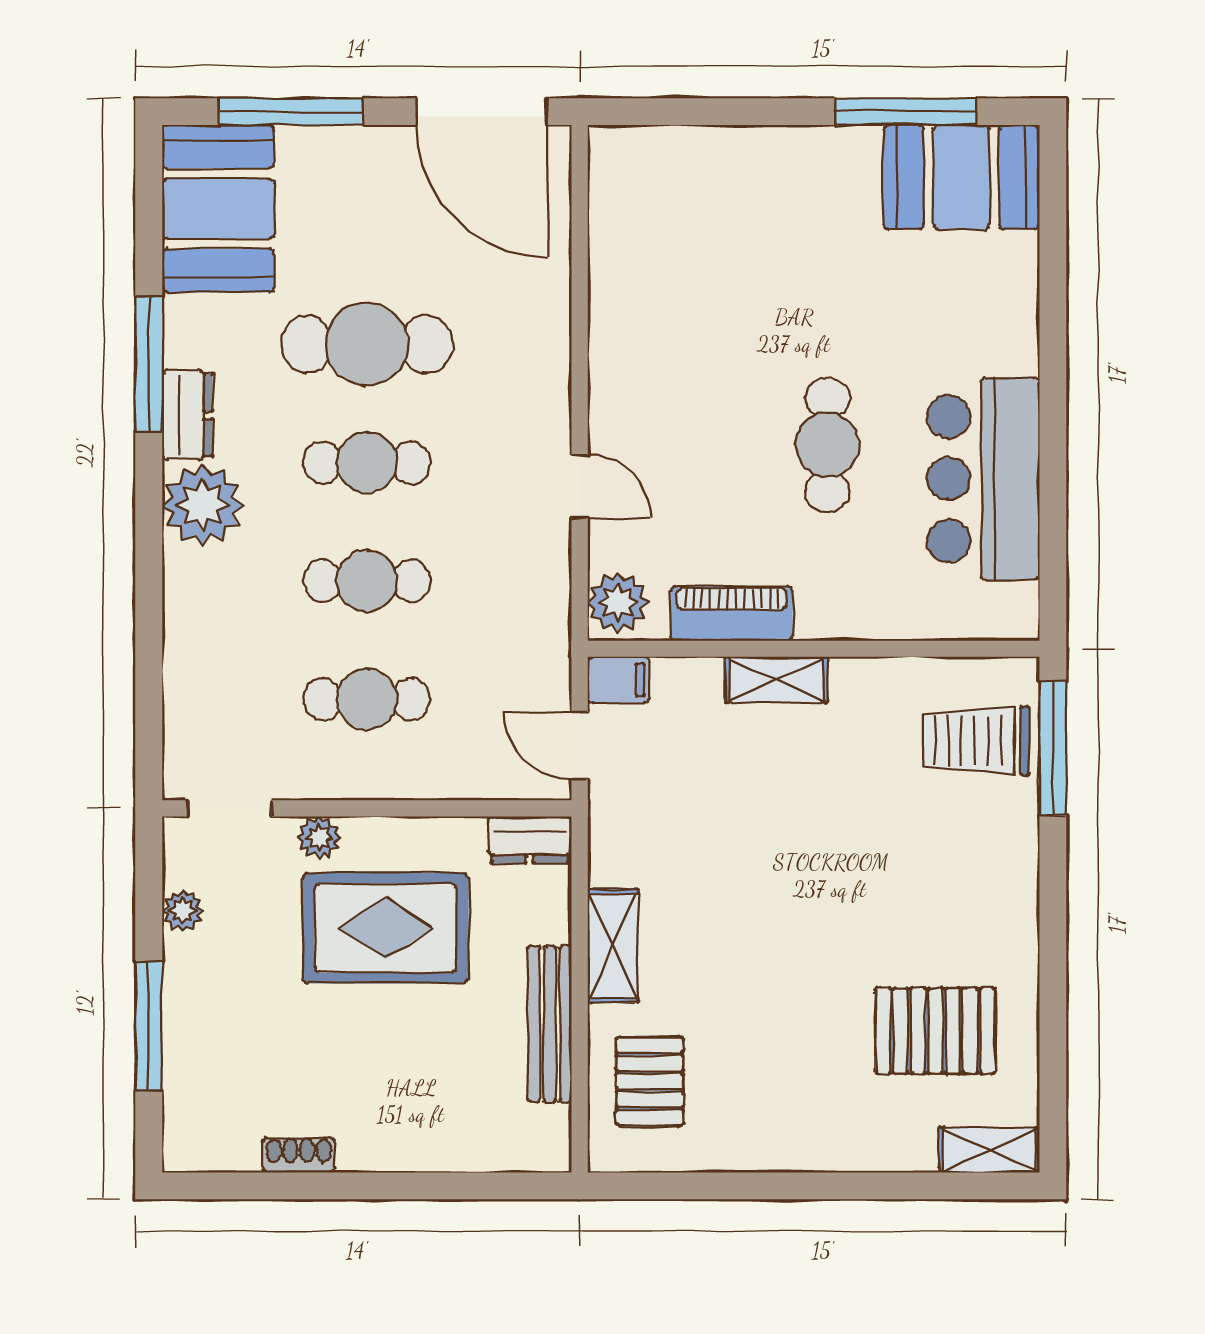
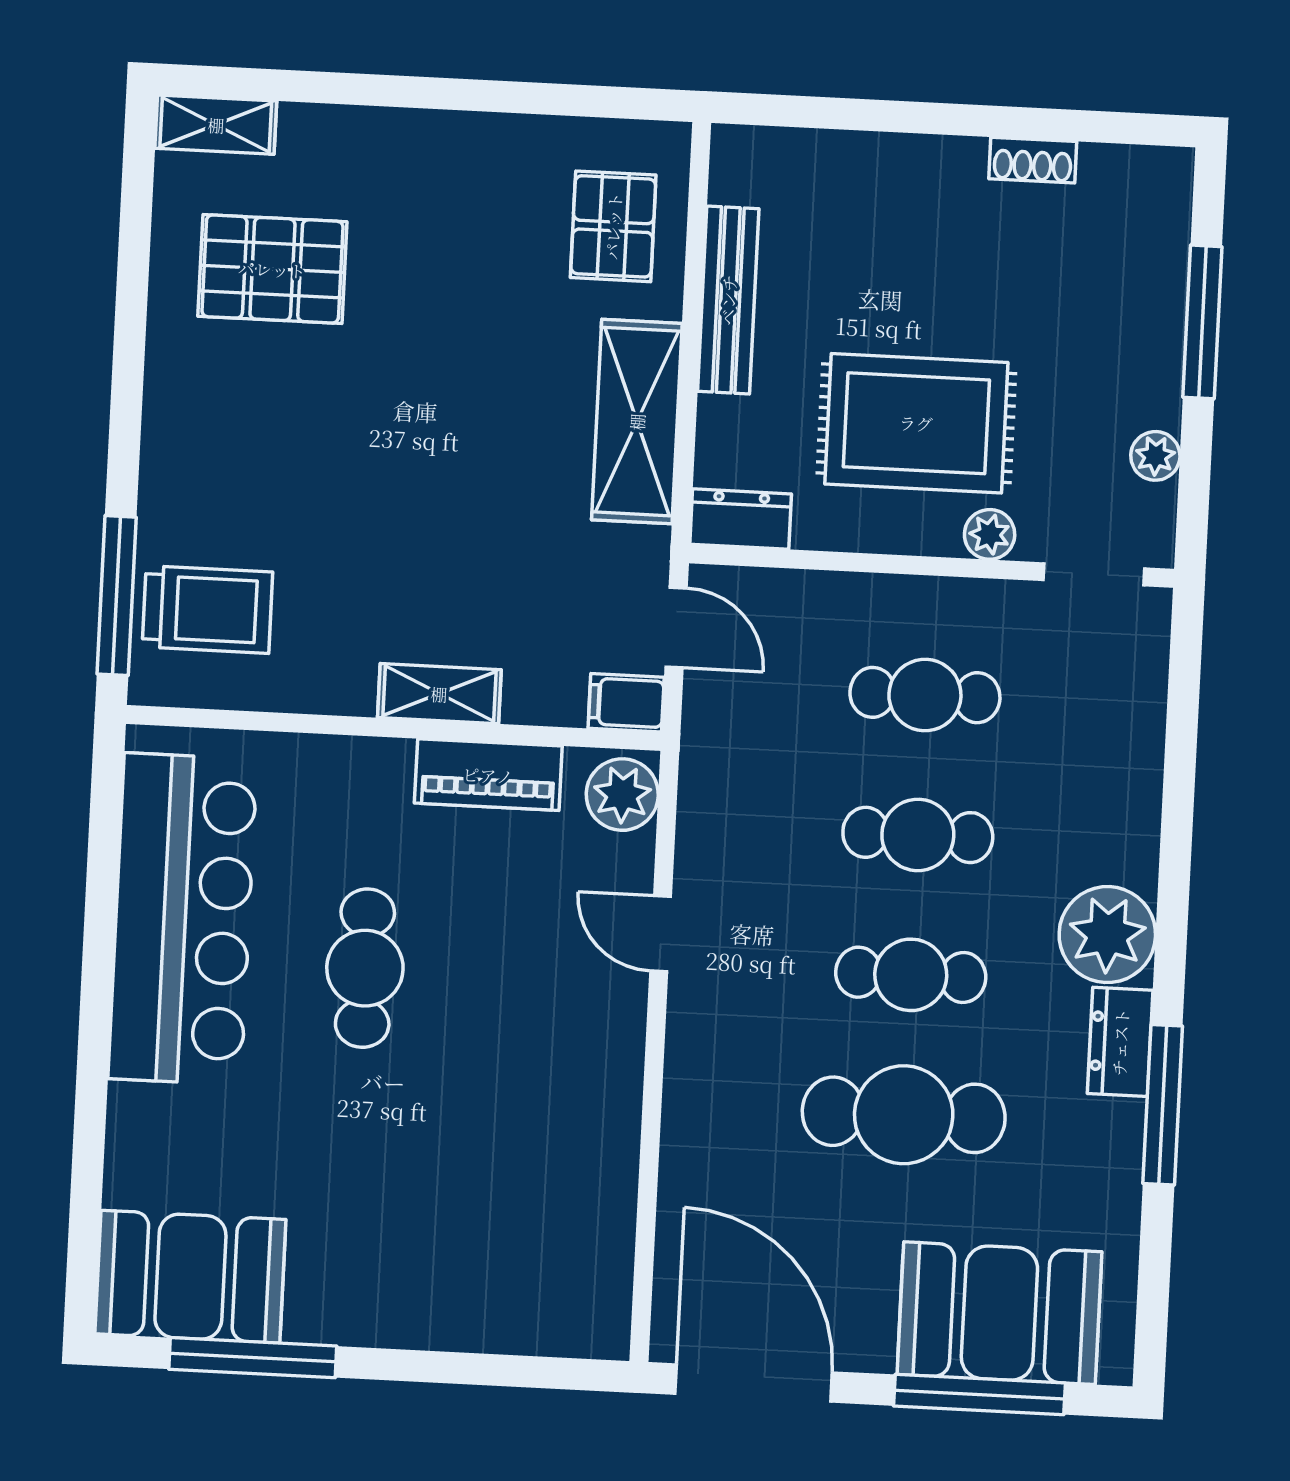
booth: (218, 209) -> (999, 1313), moved, turned 90
bar counter: (983, 479) -> (183, 919), width x1.36
shelving: (613, 946) -> (637, 422), width x1.50, depth x1.33

